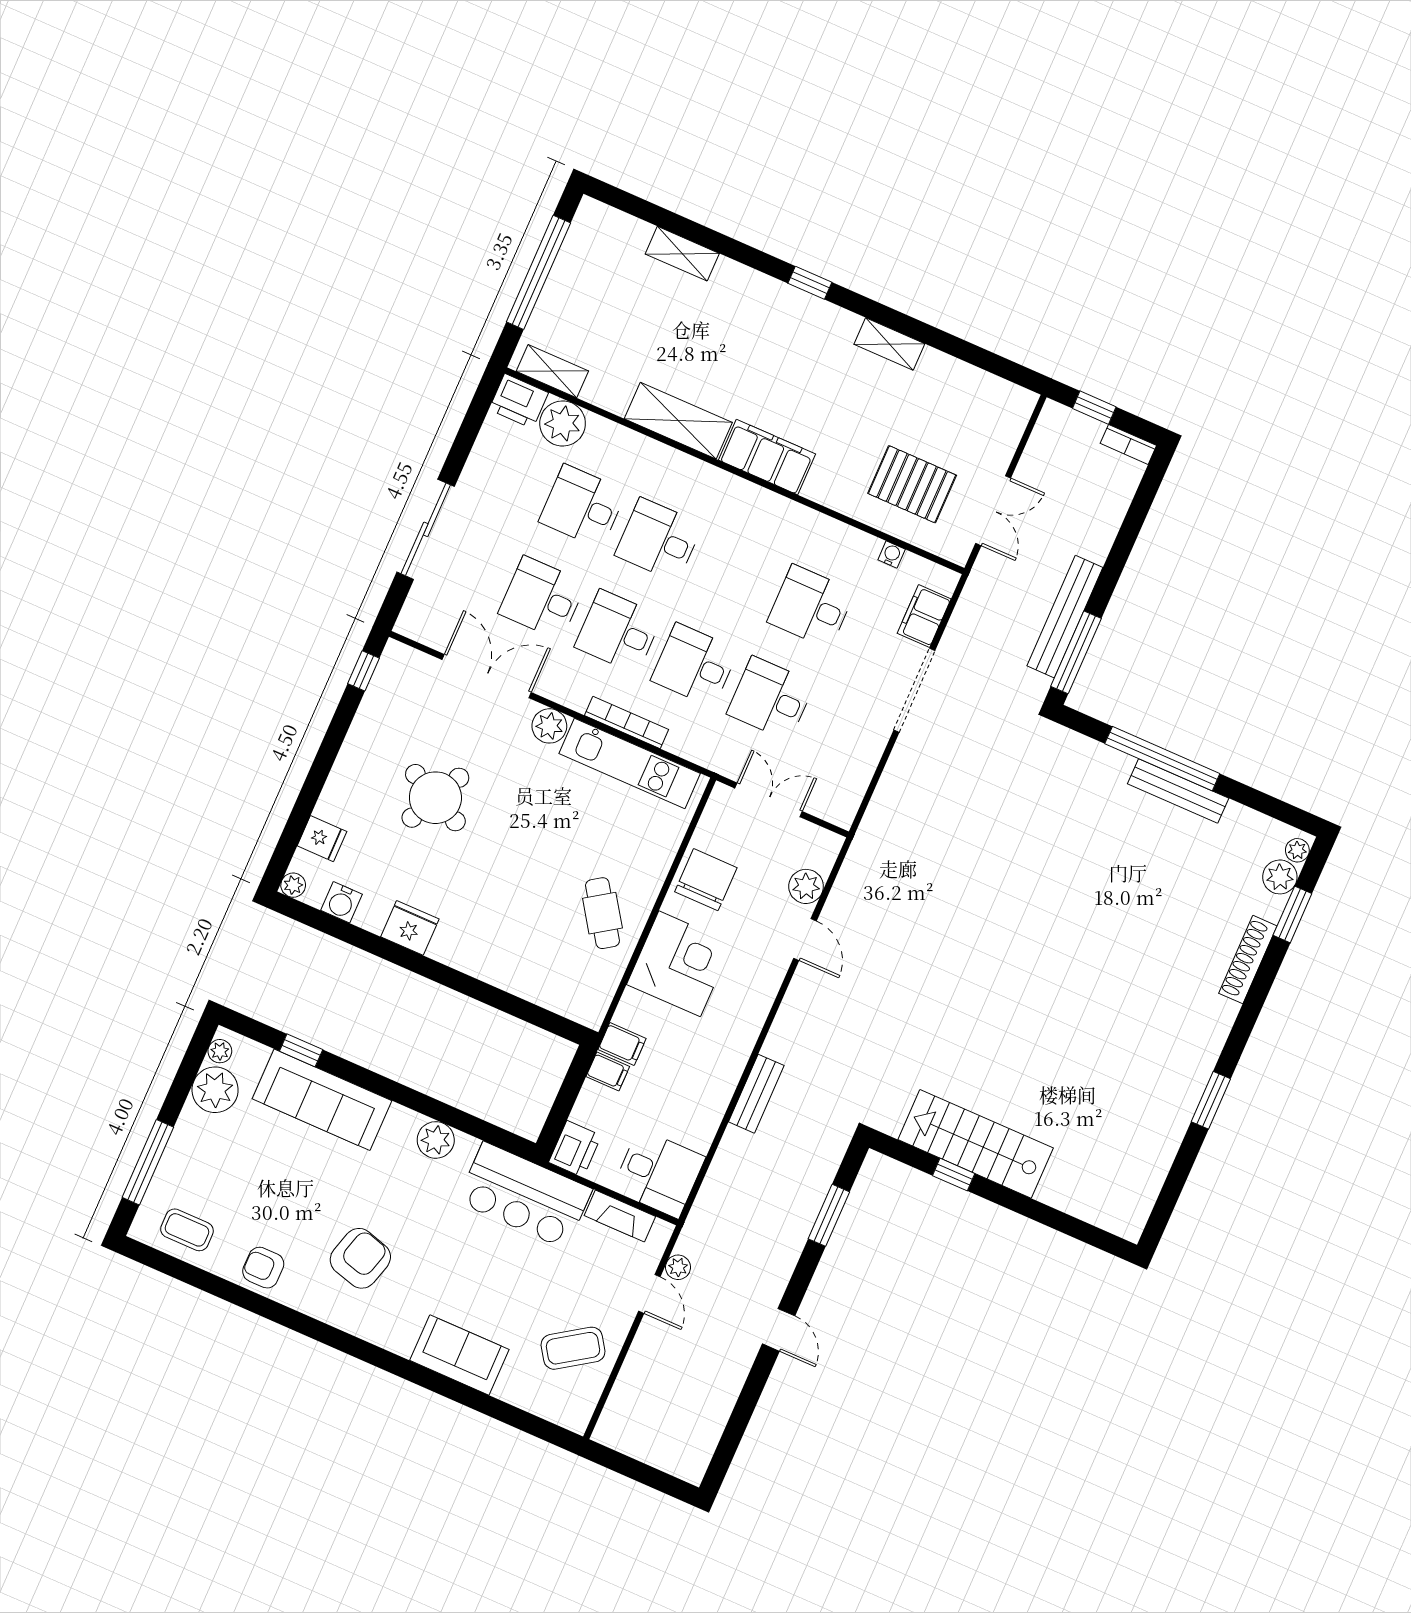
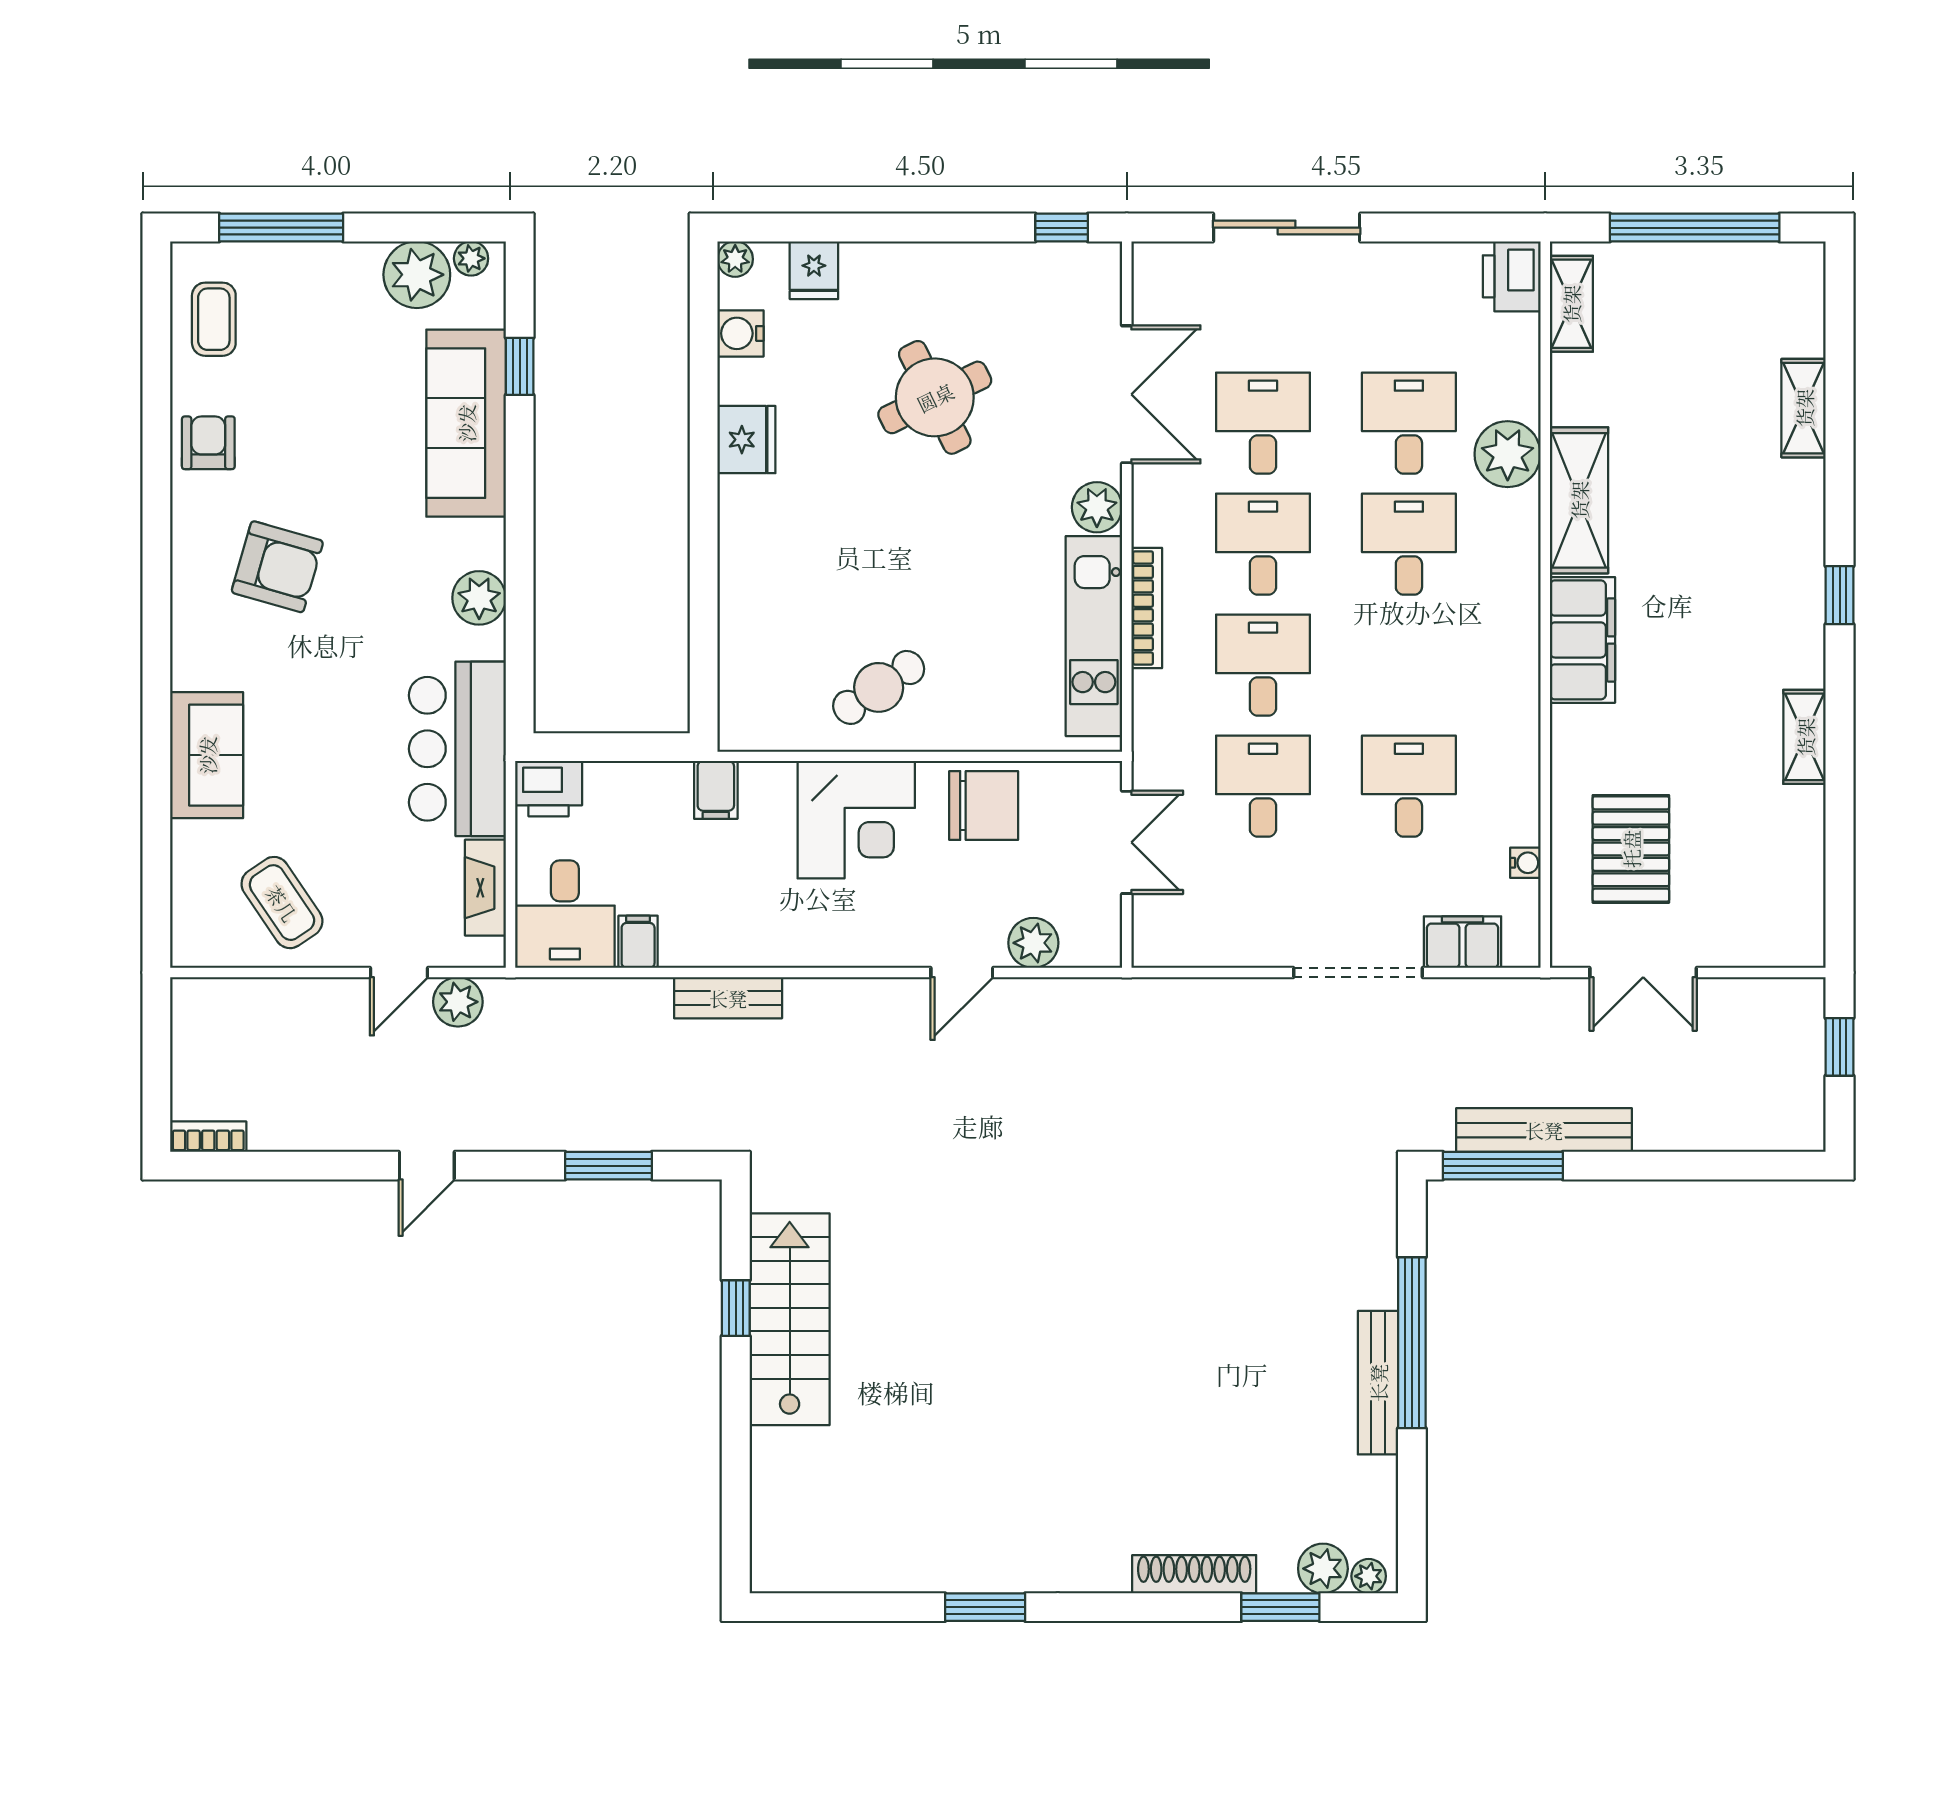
plant: (563, 423) -> (1508, 454), moved
bookcase: (1128, 444) -> (208, 1137), moved, turned 90
round table: (435, 798) -> (935, 397), turned 38
filing cabinet: (608, 1072) -> (638, 942), moved, turned 180
plant: (678, 1267) -> (458, 1002), width x1.38, depth x1.38

